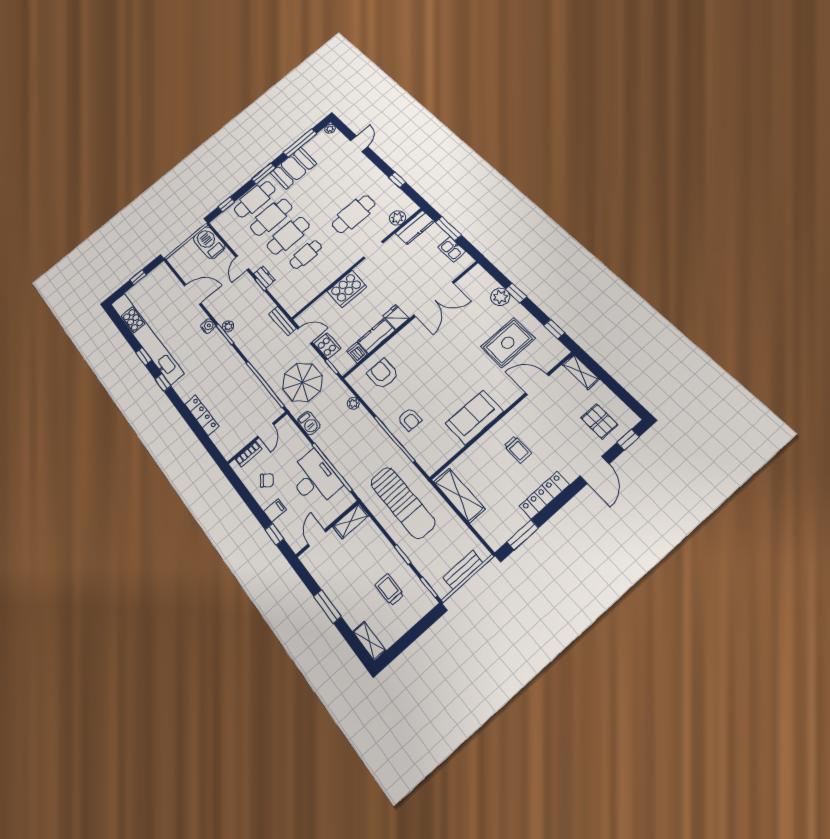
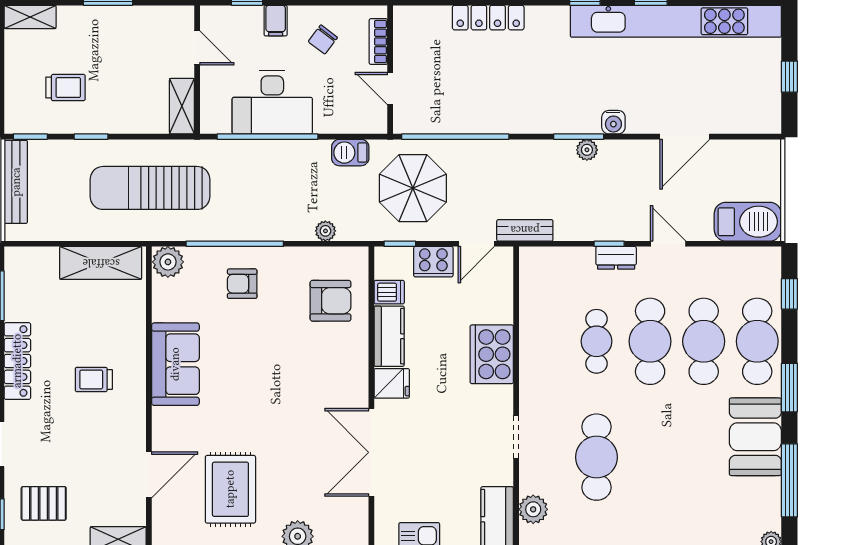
plant: (430, 463) -> (168, 262), added
bench: (463, 570) -> (16, 182), width x1.36

